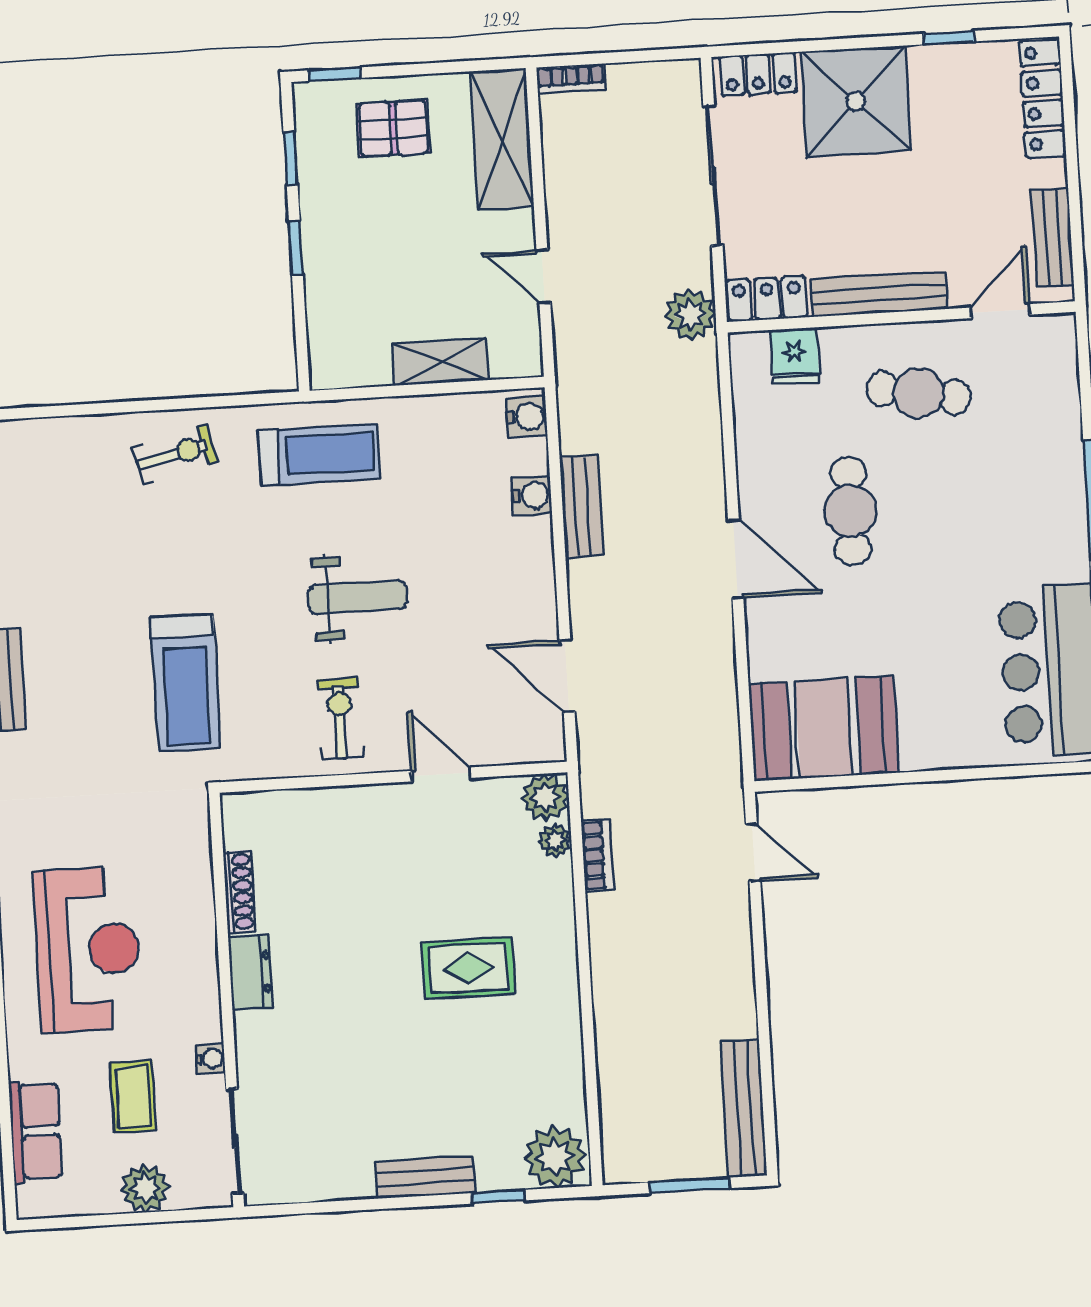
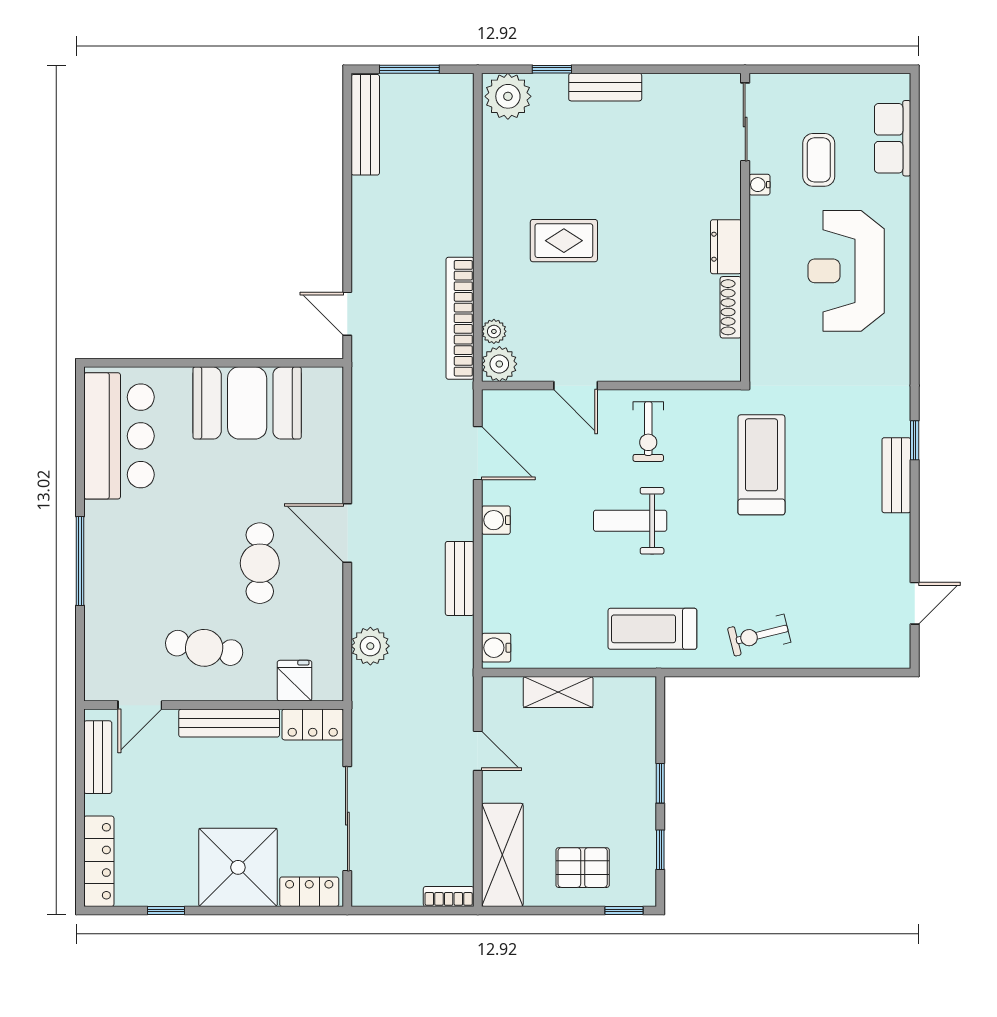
plant: (690, 315) -> (370, 646), moved
water cooler: (532, 495) -> (496, 520), moved
booth: (824, 728) -> (247, 403), moved
bookcase: (597, 856) -> (460, 318), width x2.31, depth x1.31
plant: (145, 1188) -> (814, 91), removed

